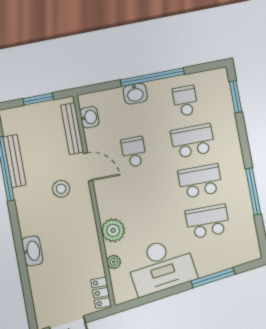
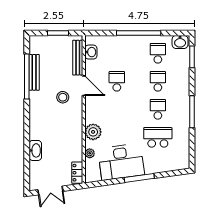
washbasin: (135, 94) -> (180, 42), moved
school desk: (193, 141) -> (158, 81), width x0.54
school desk: (200, 181) -> (158, 109), width x0.54
window: (253, 191) -> (192, 112), moved
washbasin: (32, 251) -> (35, 150), moved
window: (213, 278) -> (139, 178), moved

